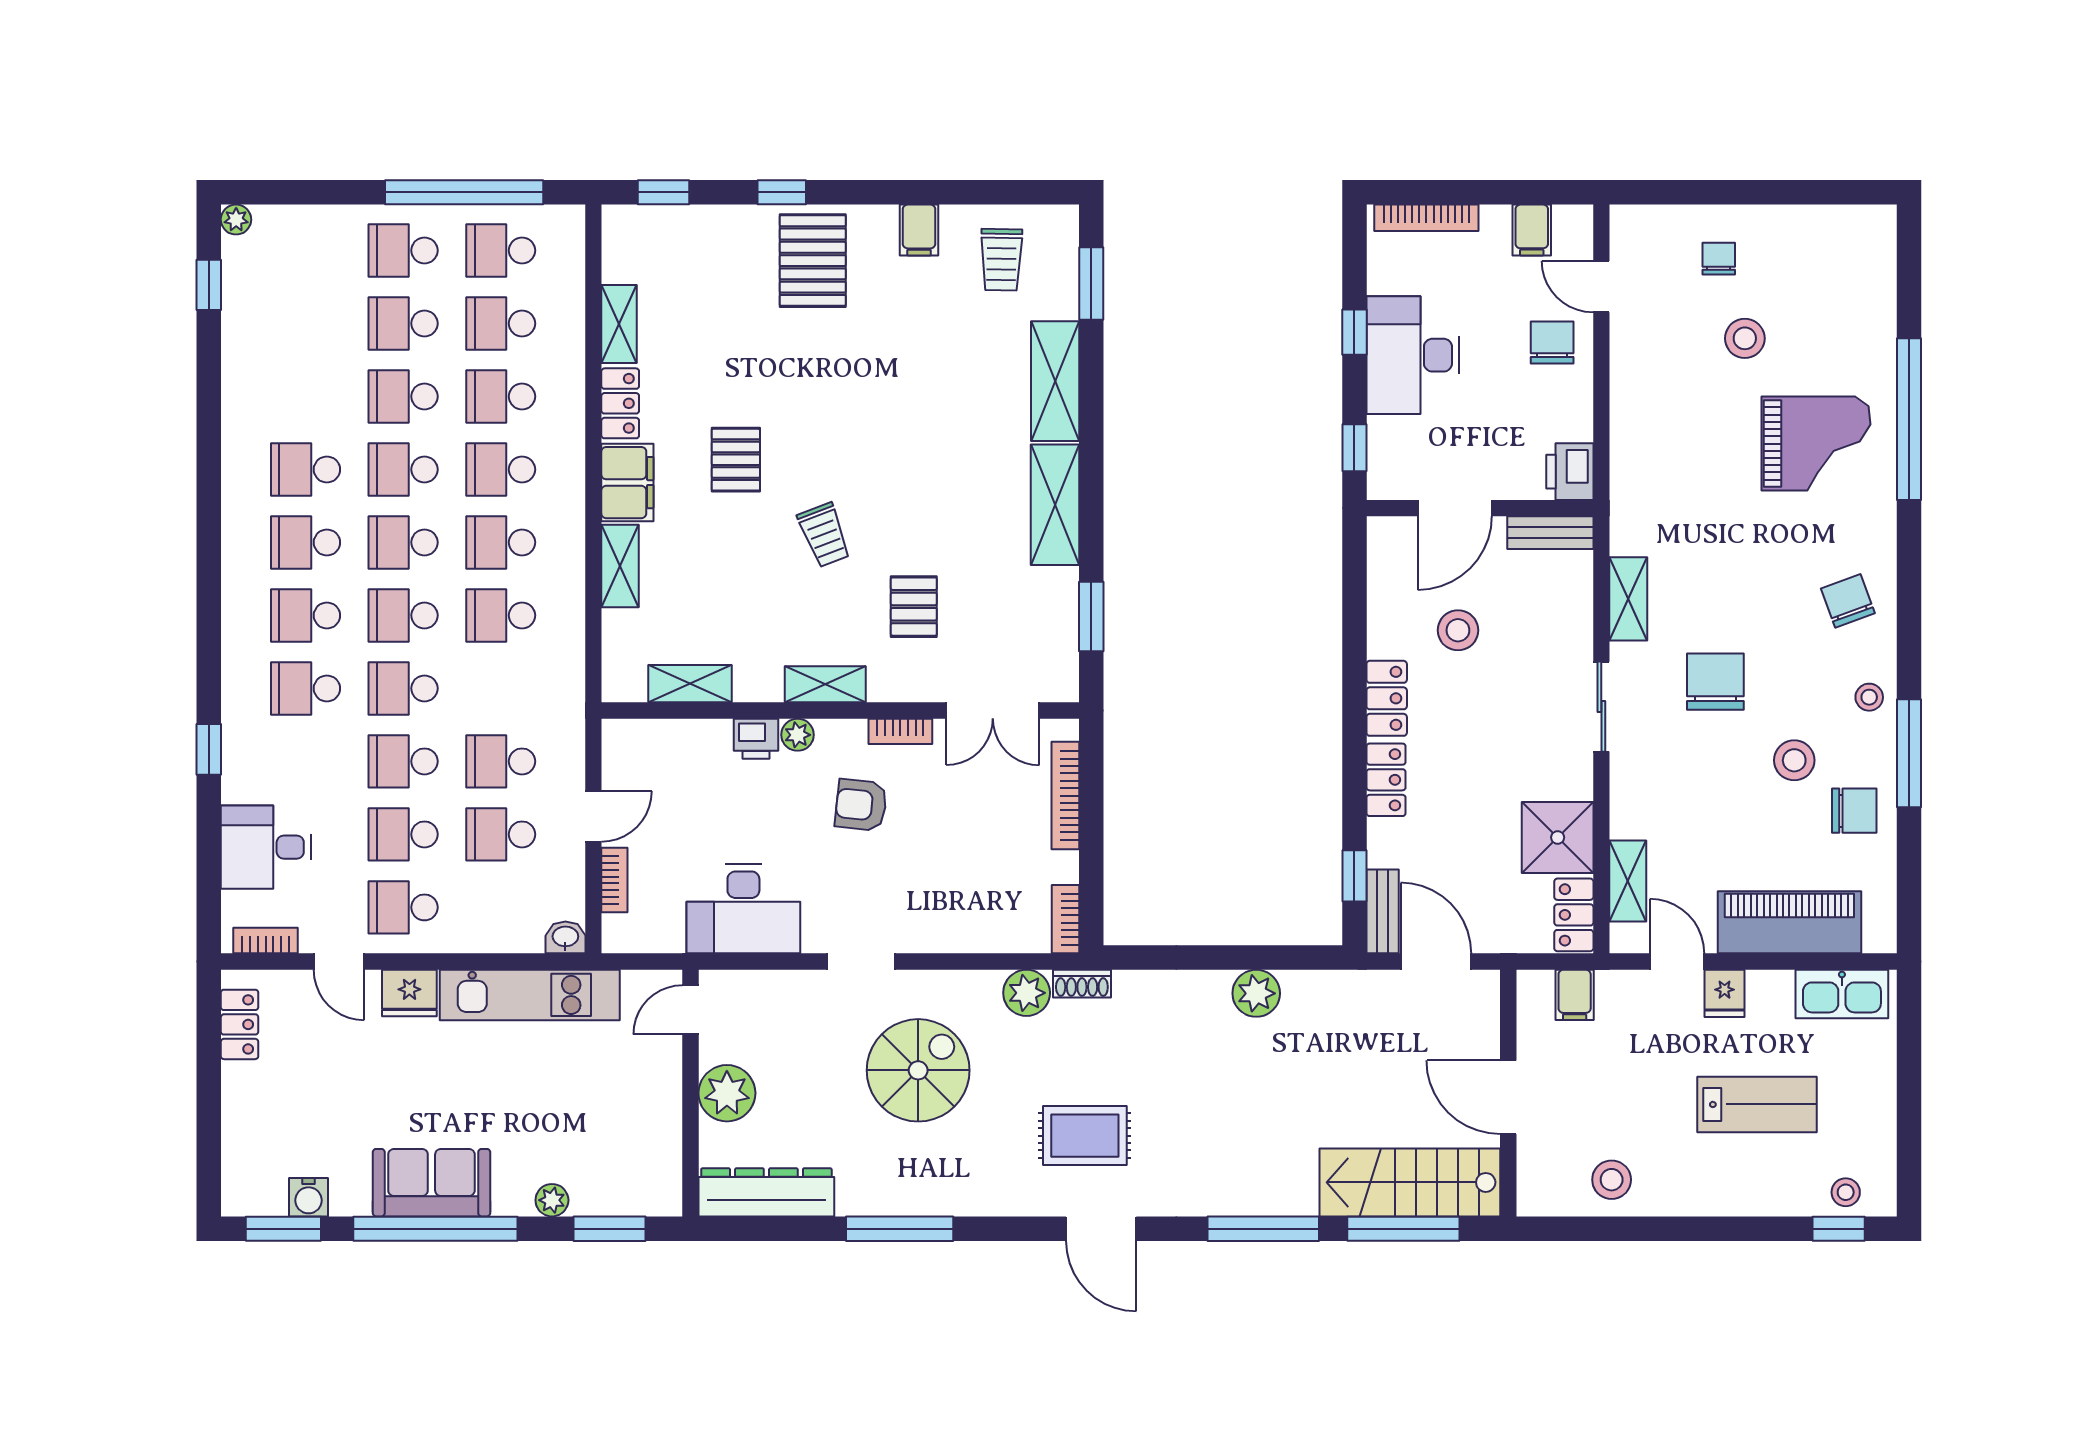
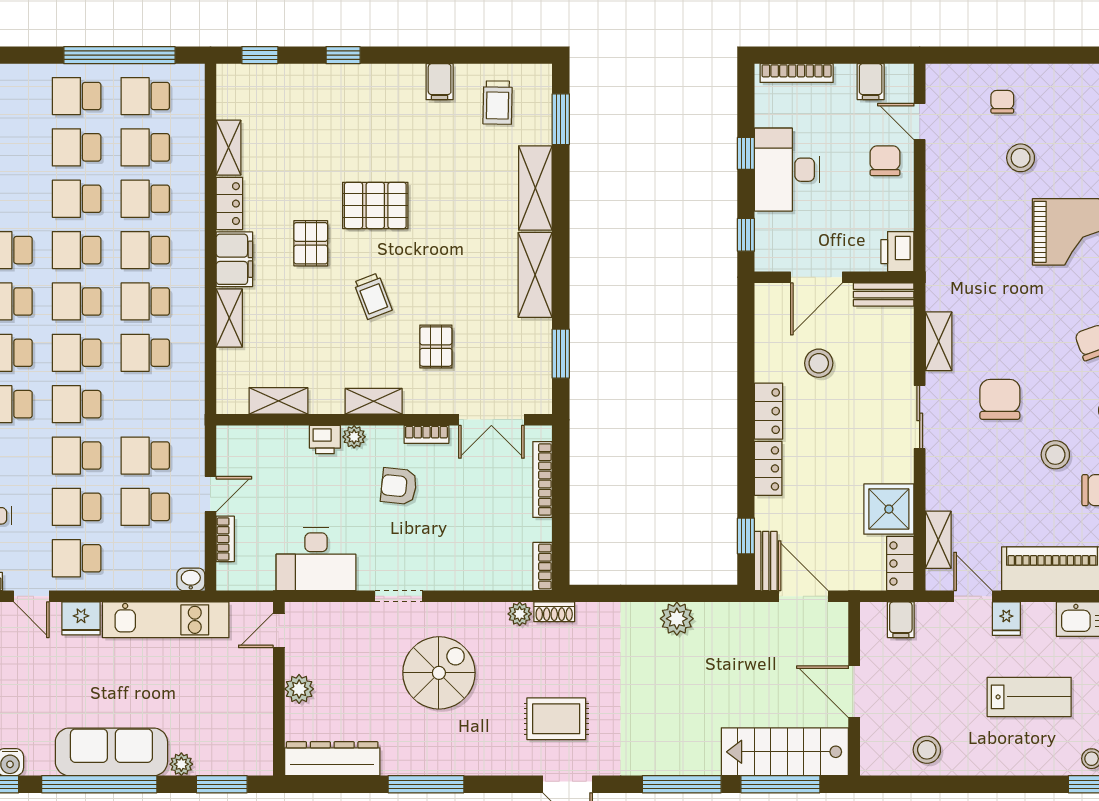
pallet: (813, 261) -> (375, 205), moved, turned 90
plant: (1027, 993) -> (520, 614), width x0.73, depth x0.73
plant: (727, 1093) -> (299, 689), width x0.73, depth x0.73
sofa: (431, 1183) -> (111, 752), width x1.36

